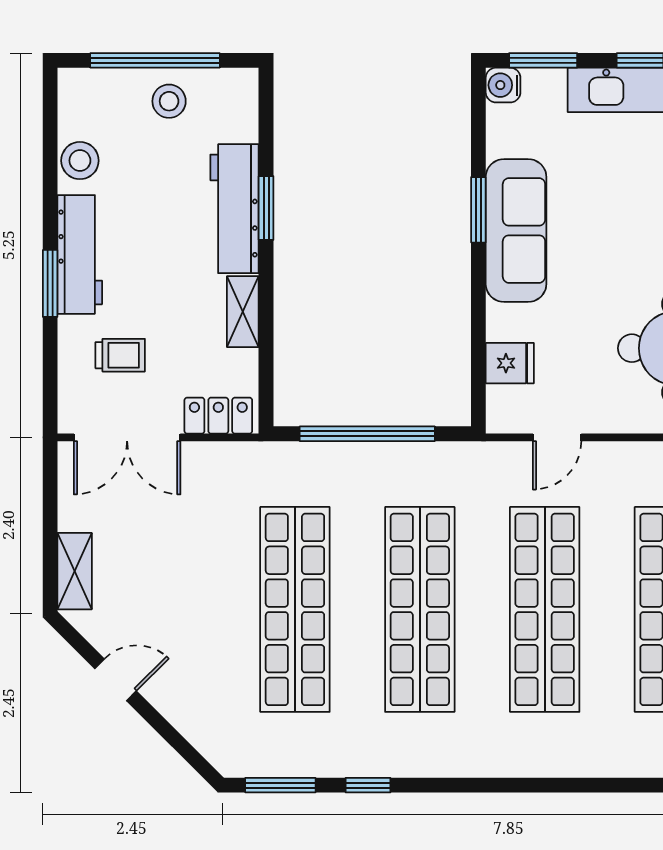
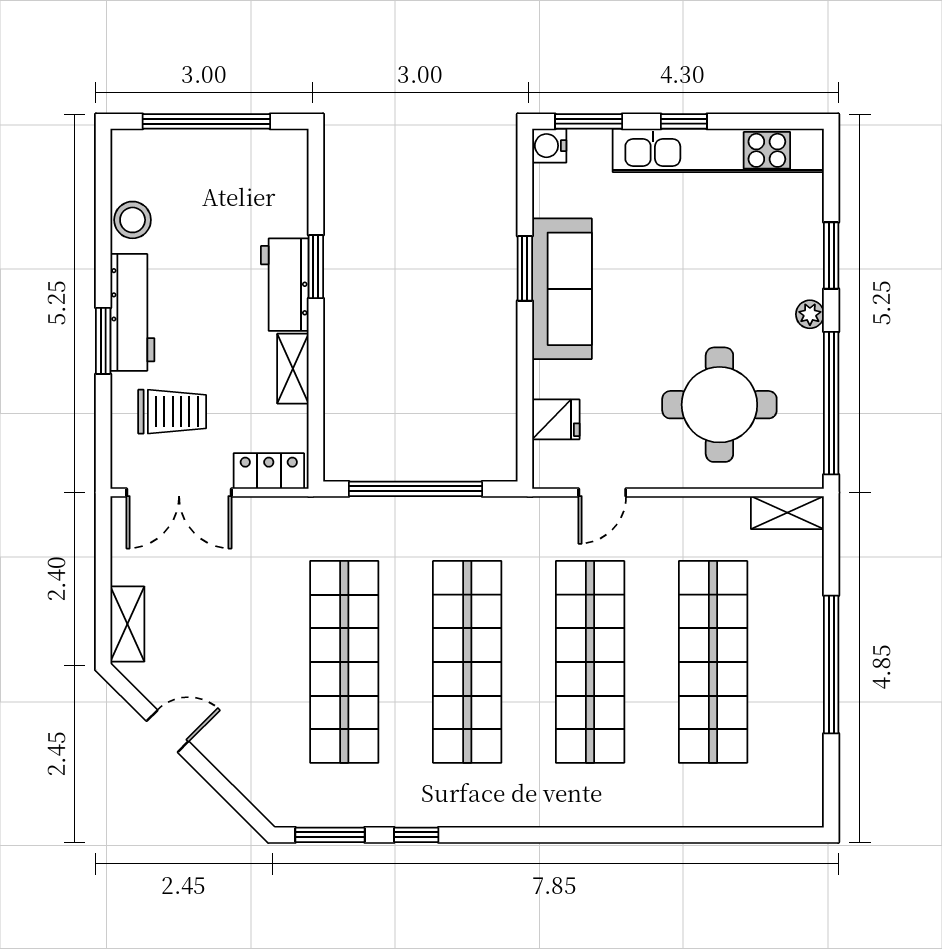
stool: (169, 101) -> (220, 161), removed
workbench: (235, 209) -> (285, 285), width x0.73
trolley: (120, 355) -> (172, 412), width x1.36, depth x1.39

